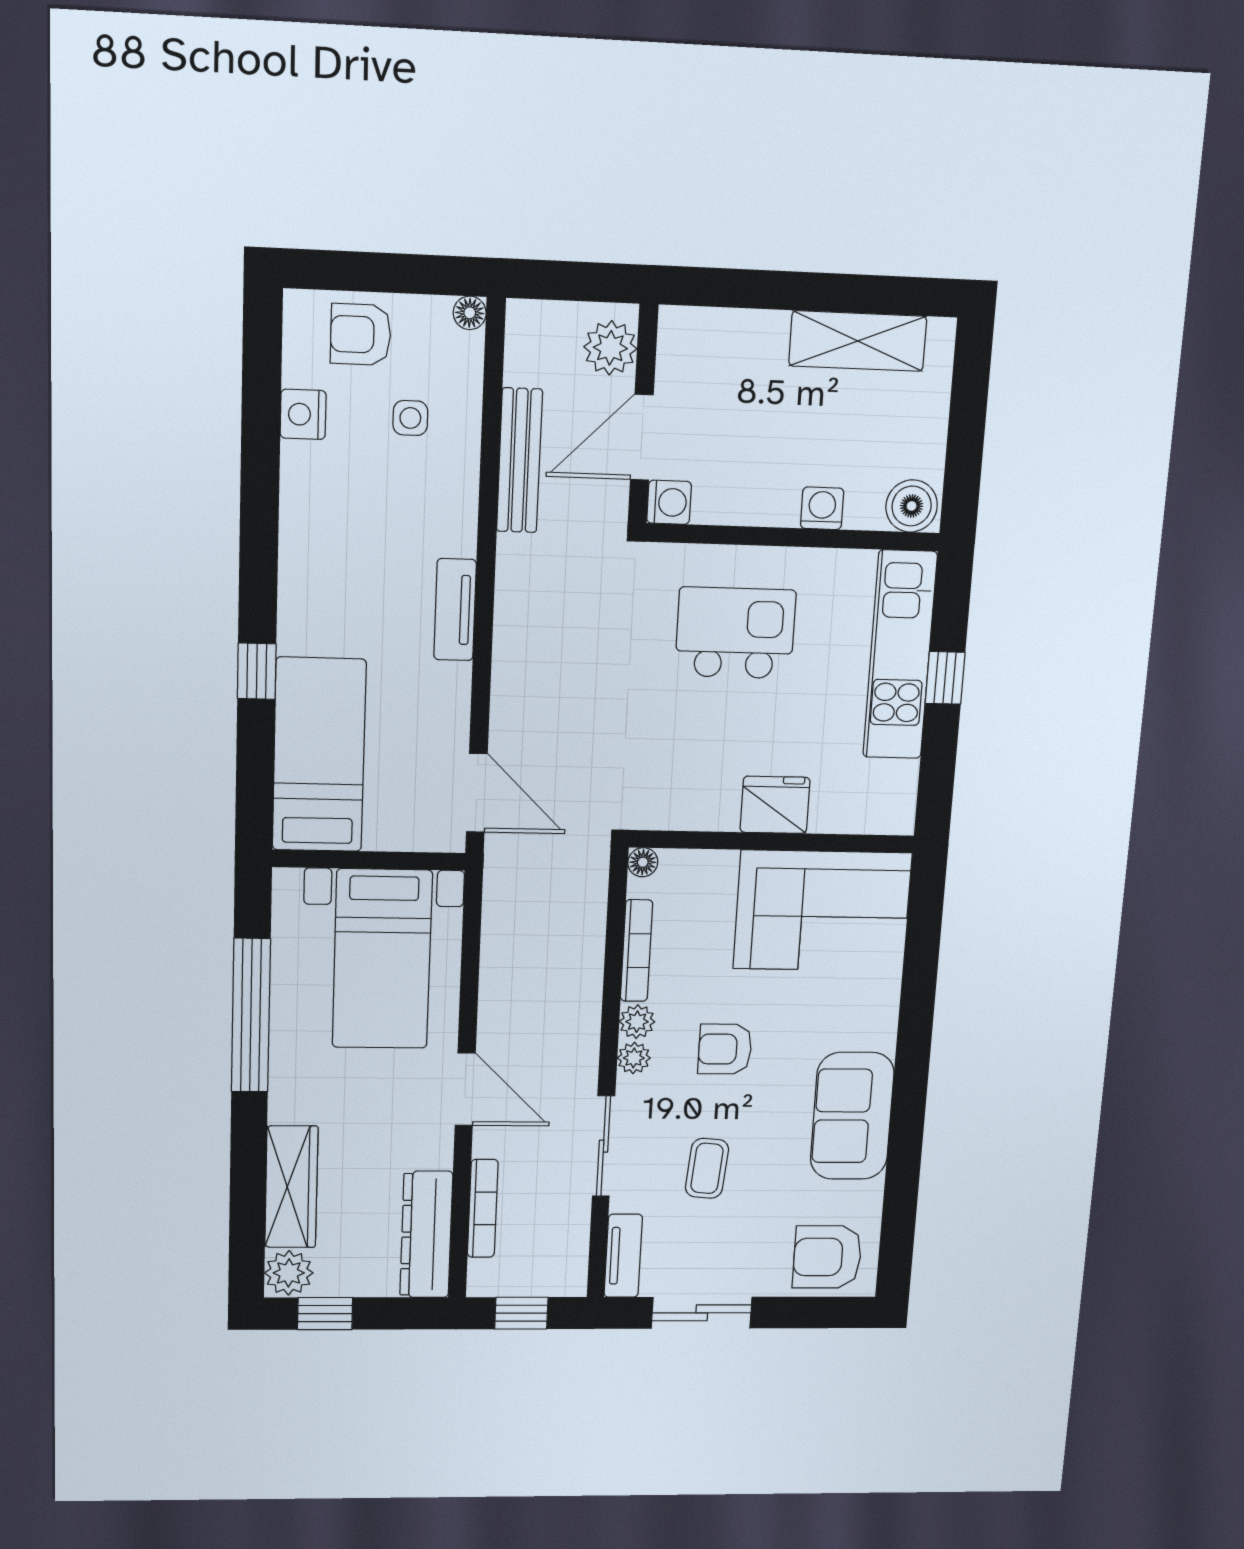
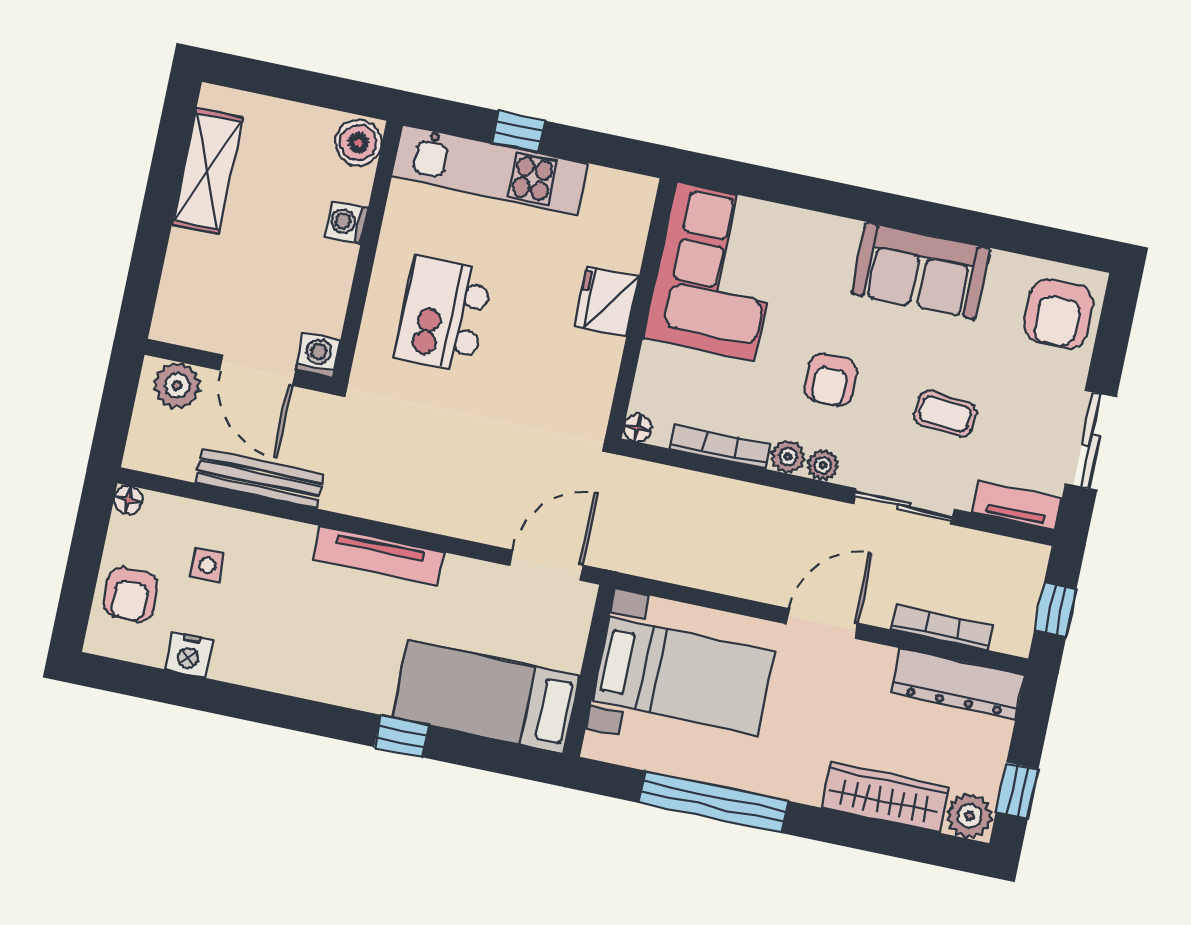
tv unit: (455, 610) -> (379, 556), width x1.41

